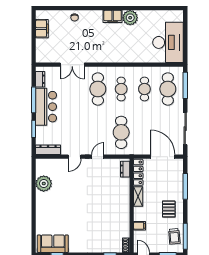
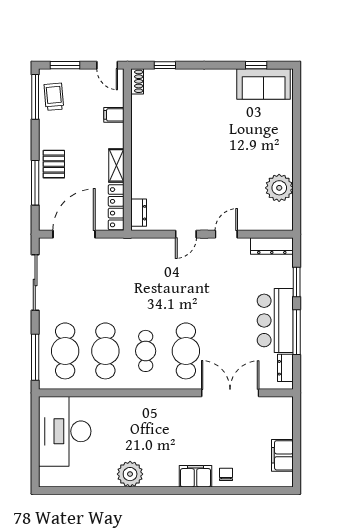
filing cabinet: (113, 16) -> (196, 476), moved
double door: (72, 65) -> (230, 393), width x1.37
cafe table: (144, 89) -> (105, 351), width x1.37, depth x1.35
cafe table: (121, 132) -> (146, 276), removed
door: (163, 157) -> (74, 234), swing flipped
pallet: (169, 209) -> (54, 164), moved

